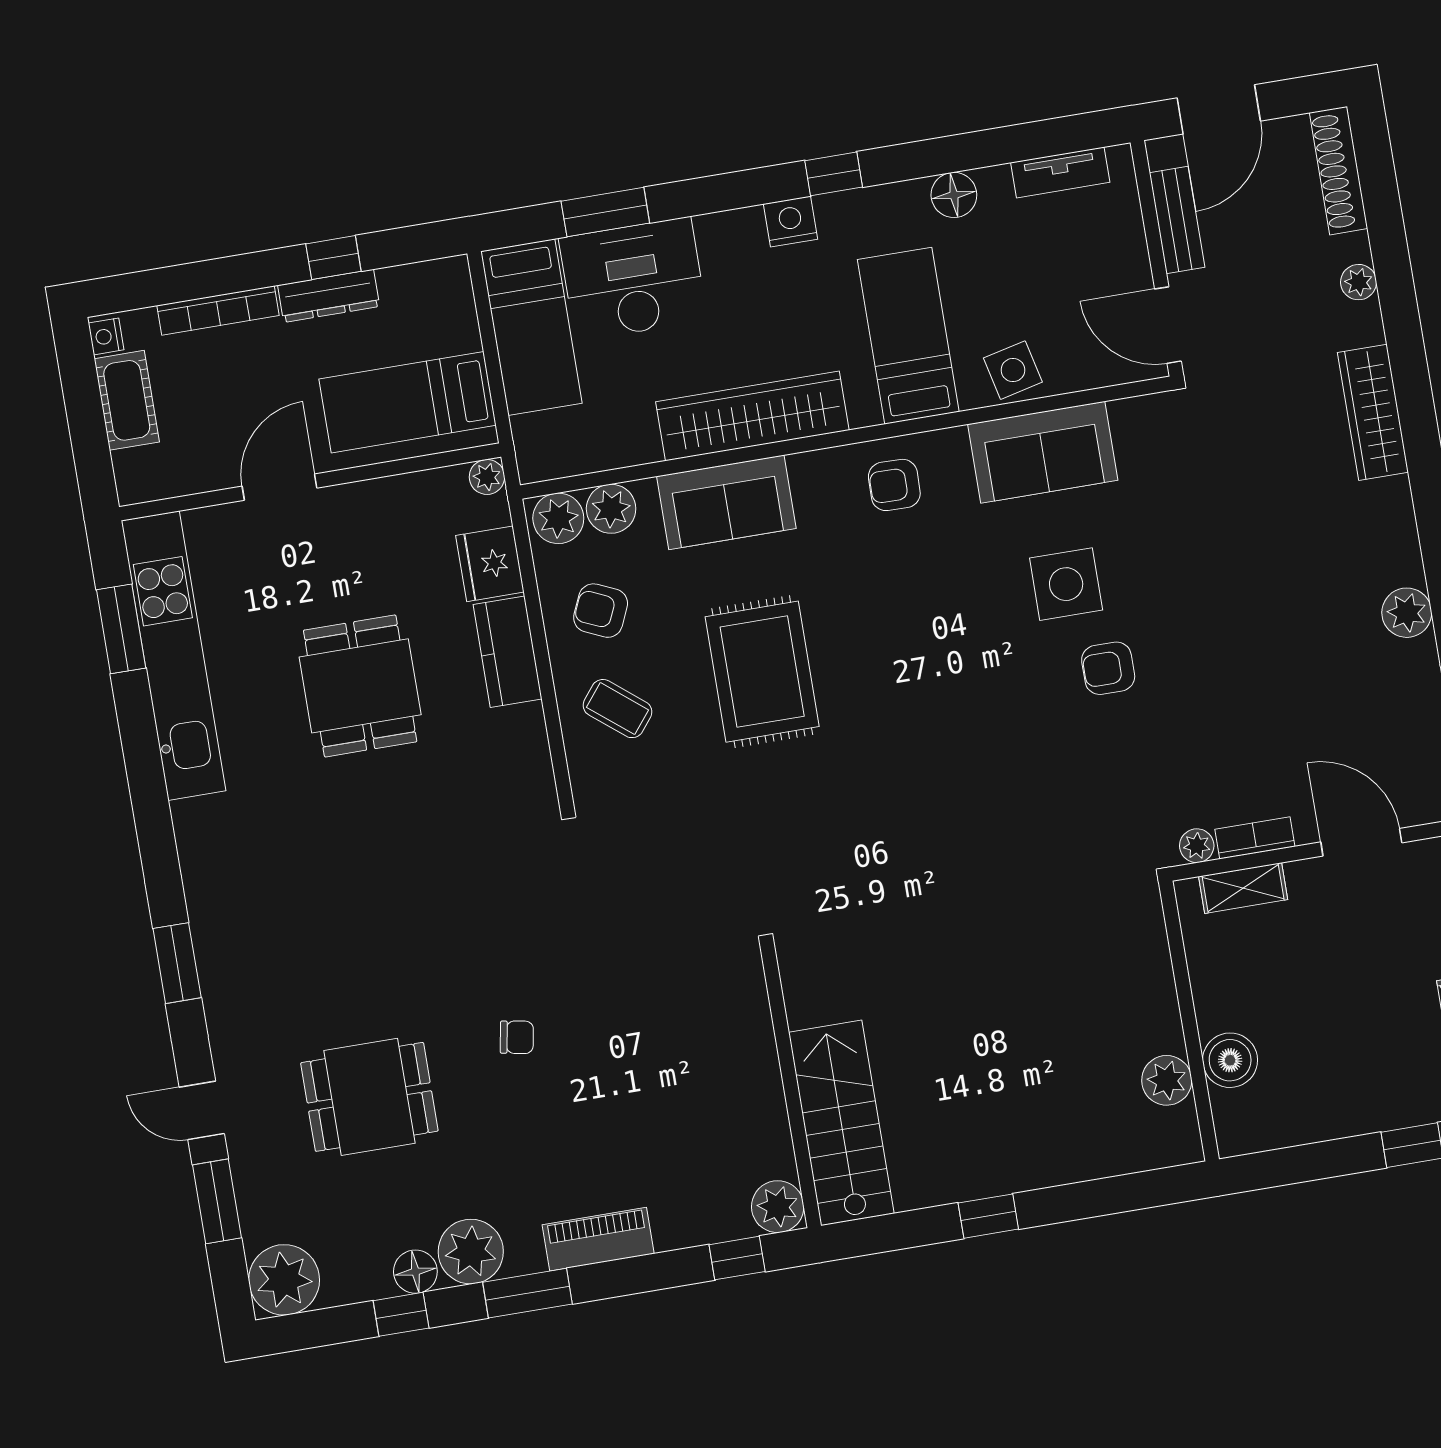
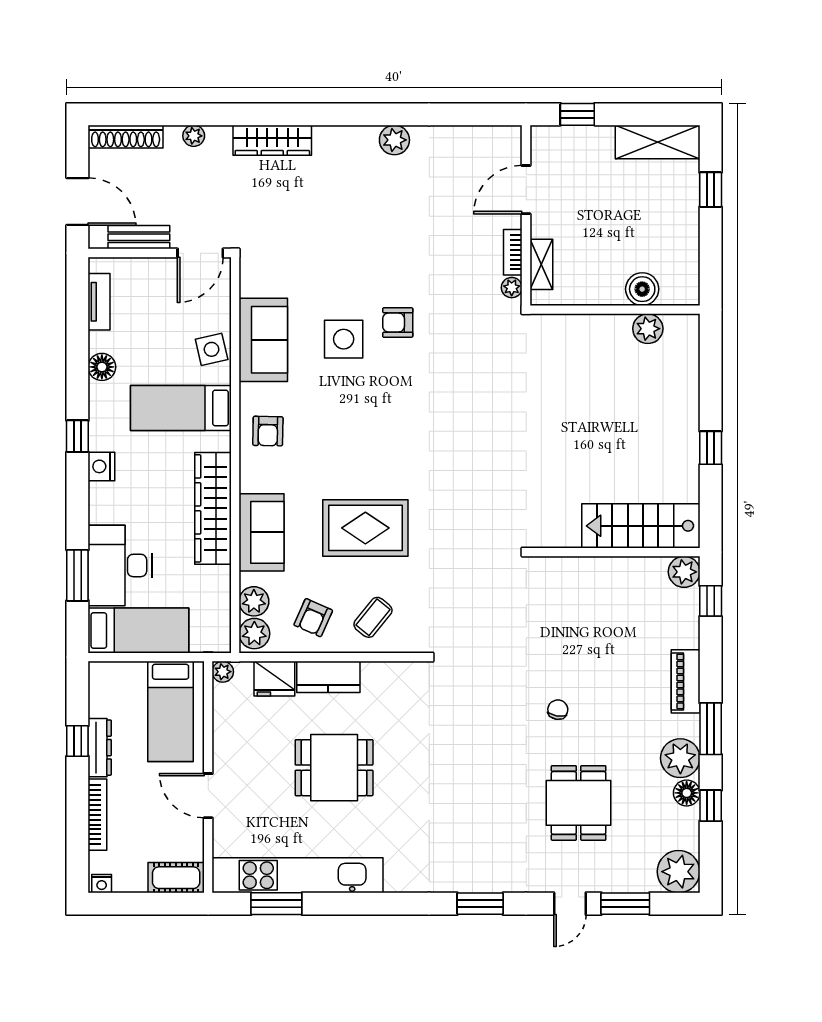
cot: (127, 400) -> (176, 878), moved
armchair: (1108, 668) -> (398, 322), turned 90

